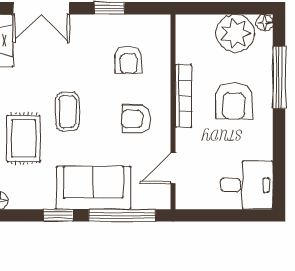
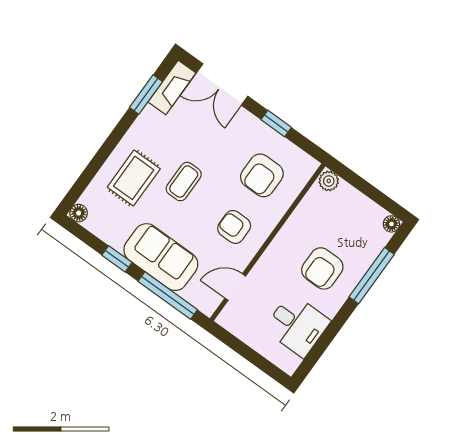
plant: (235, 33) -> (329, 181), moved, width x0.53, depth x0.53
armchair: (128, 60) -> (262, 175), width x1.38, depth x1.38
bookcase: (183, 96) -> (285, 236), removed
desk: (247, 185) -> (297, 325), moved

